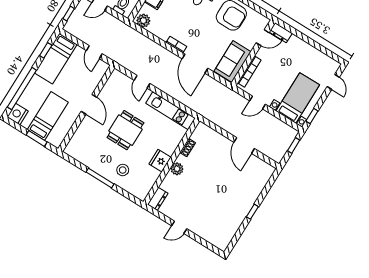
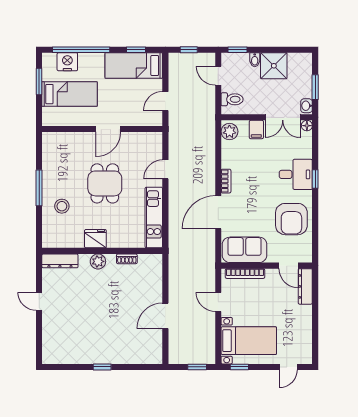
dresser: (281, 33) -> (305, 286), width x1.44
nightstand: (18, 114) -> (67, 62), moved
dining table: (125, 130) -> (105, 183), turned 90
window: (37, 138) -> (39, 82), moved
dresser: (158, 199) -> (60, 261), width x1.44

